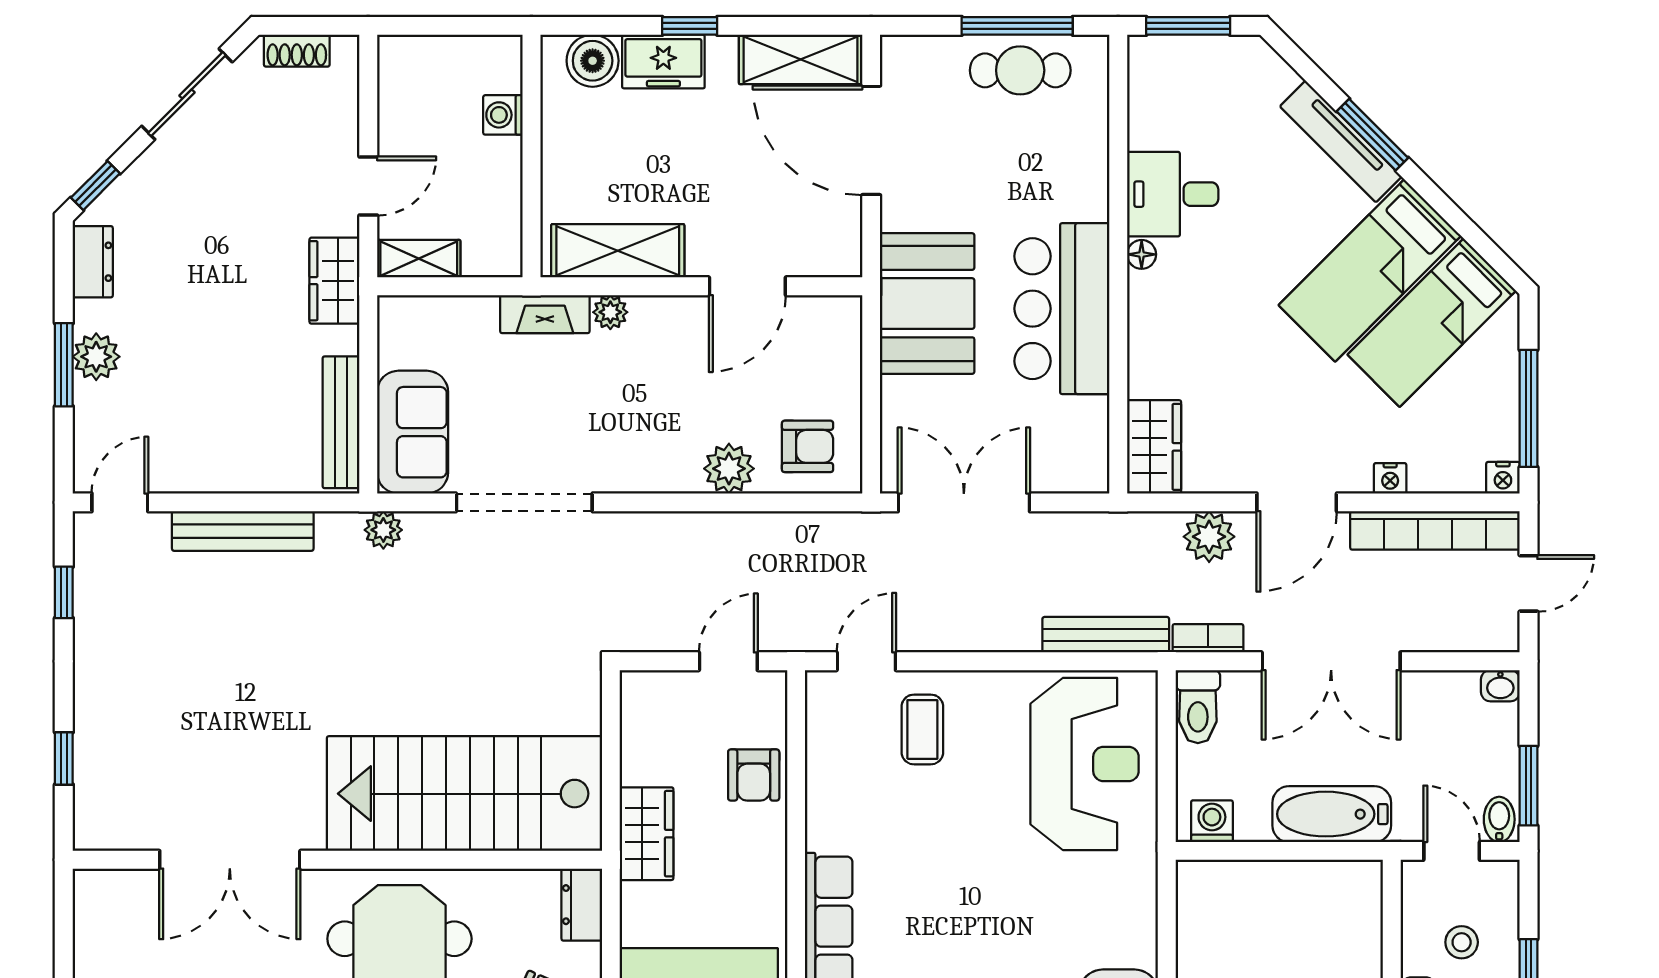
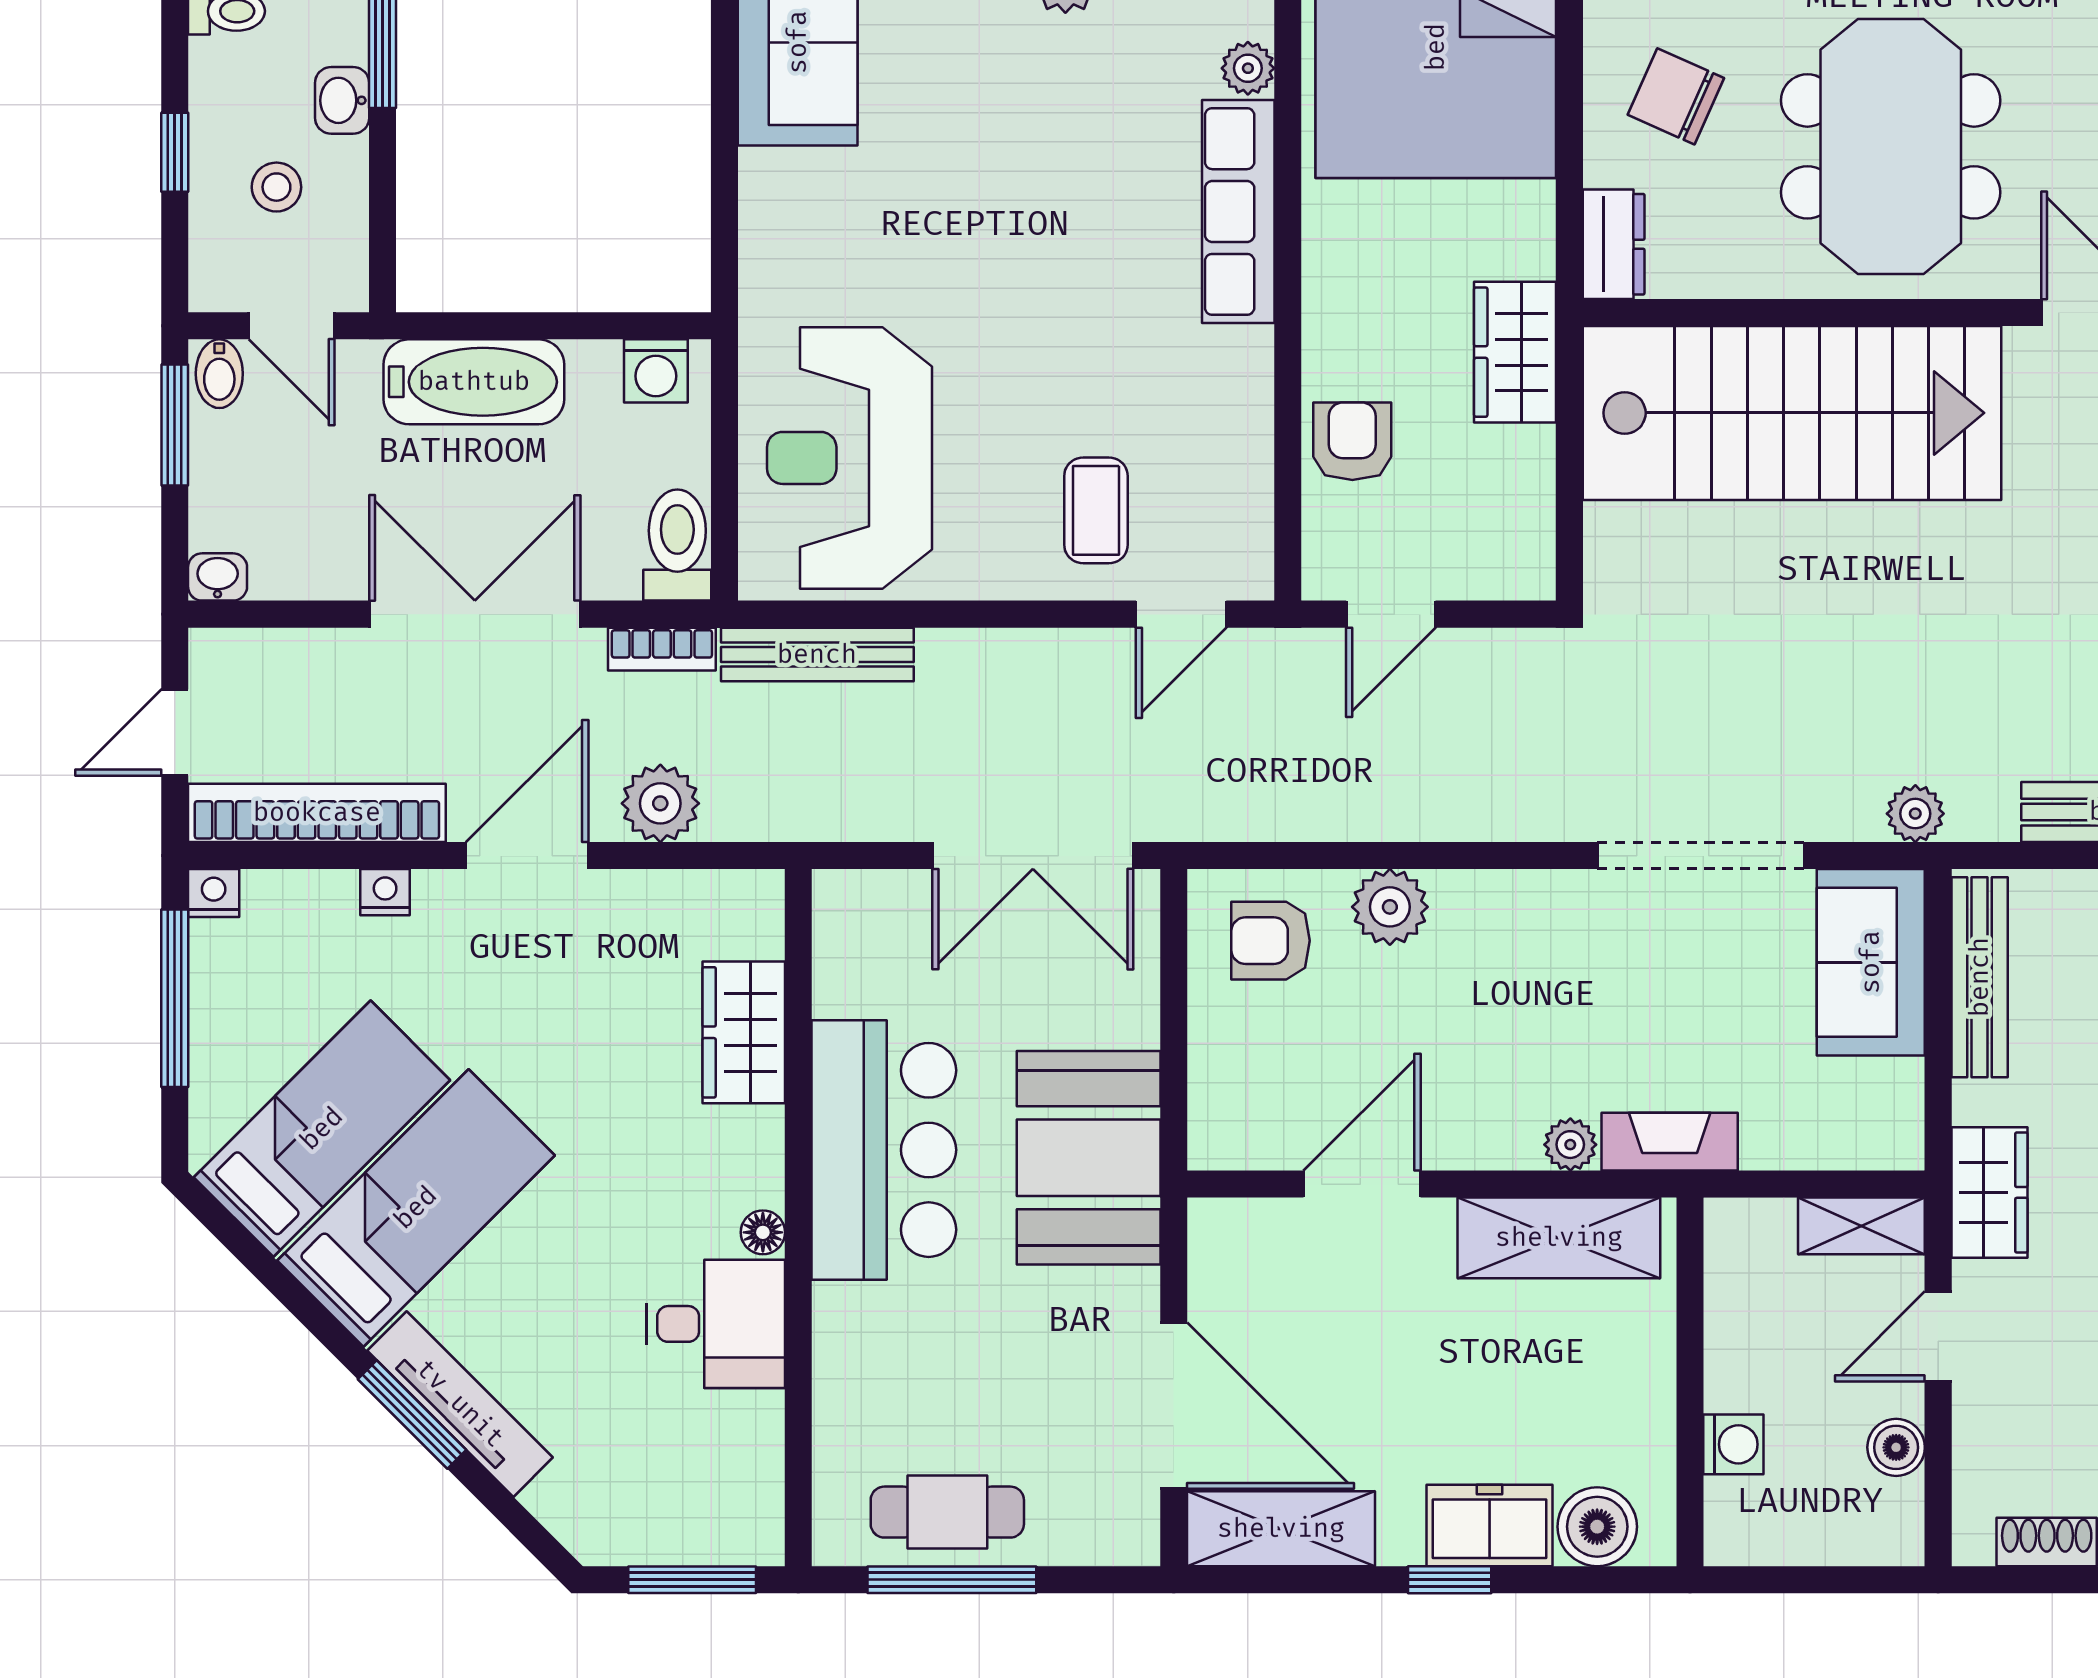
boiler: (396, 113) -> (1896, 1447), added
wardrobe: (1154, 447) -> (744, 1032), moved

